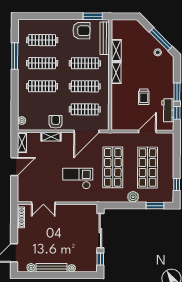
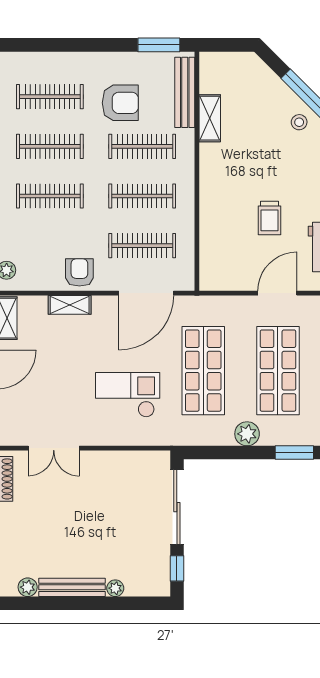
armchair: (81, 31) -> (120, 103), moved
shelving: (116, 73) -> (209, 167), removed

